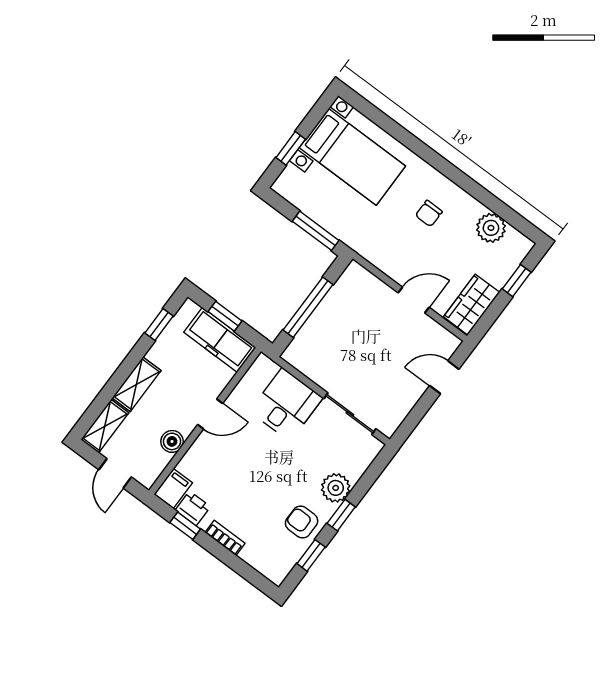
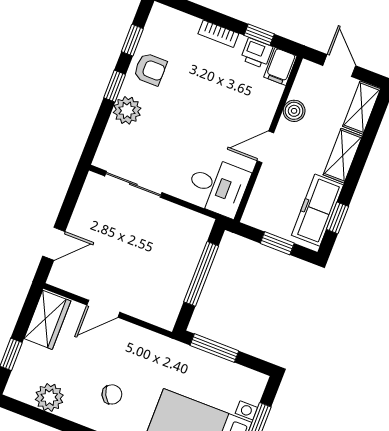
chair: (429, 214) -> (112, 394), turned 63
freezer: (220, 340) -> (317, 210), moved, turned -90
desk: (286, 405) -> (218, 187), moved, turned -90

